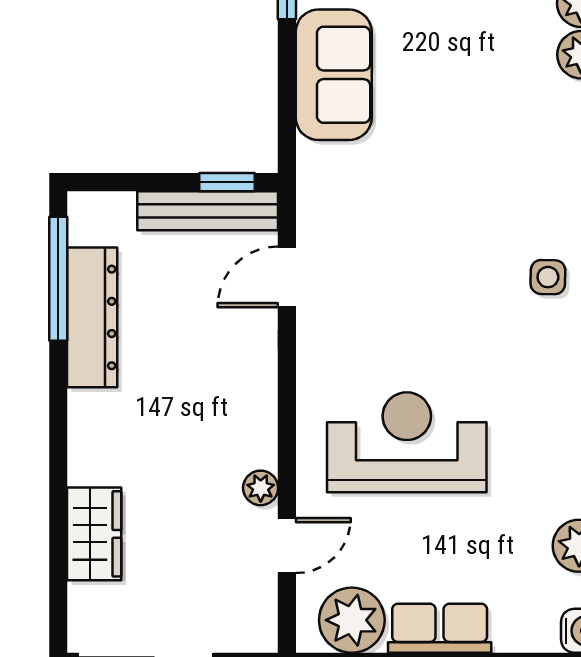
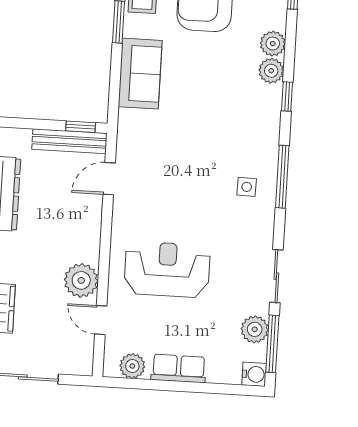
plant: (261, 488) -> (81, 280), width x1.88, depth x1.88
door: (287, 545) -> (101, 320), swing flipped
plant: (352, 620) -> (132, 366), width x0.73, depth x0.73

